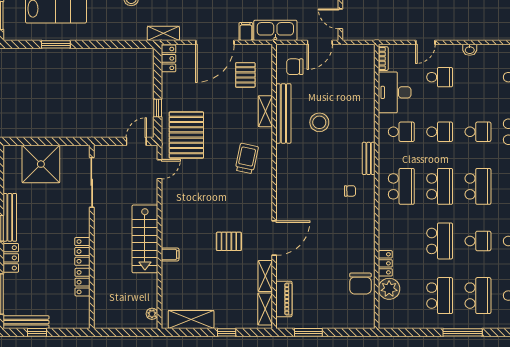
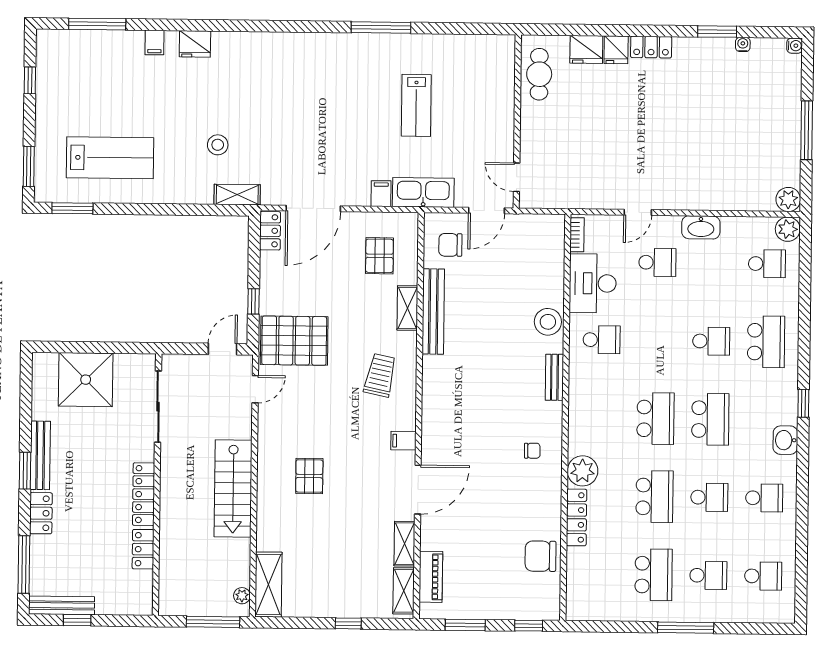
shelving: (163, 33) -> (237, 195), moved
door: (215, 42) -> (313, 208), moved
window: (56, 44) -> (72, 208), moved
washbasin: (470, 50) -> (701, 227), width x1.91, depth x1.45
stool: (319, 122) -> (548, 322), moved
school desk: (440, 132) -> (656, 340), removed
pallet: (186, 135) -> (294, 341), turned 90
school desk: (401, 186) -> (601, 418), removed
chair: (350, 191) -> (532, 451), moved
pallet: (229, 241) -> (309, 476), moved, turned 90
locker: (82, 251) -> (144, 494), width x1.53
filing cabinet: (170, 254) -> (403, 441), moved, turned 180
locker: (385, 263) -> (577, 517), width x1.53
chair: (360, 284) -> (541, 556), turned 90
plant: (389, 289) -> (583, 471), moved
school desk: (478, 296) -> (708, 575), width x0.54
shelving: (191, 319) -> (268, 585), moved, turned 90
window: (132, 332) -> (213, 622), added
window: (353, 332) -> (529, 626), added

